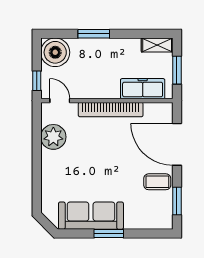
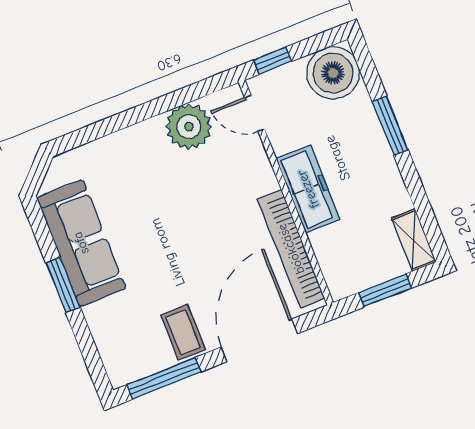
freezer: (143, 89) -> (308, 189), moved
door: (60, 101) -> (255, 113), swing flipped
bookcase: (111, 110) -> (291, 249), moved
window: (177, 201) -> (164, 378), width x1.44

